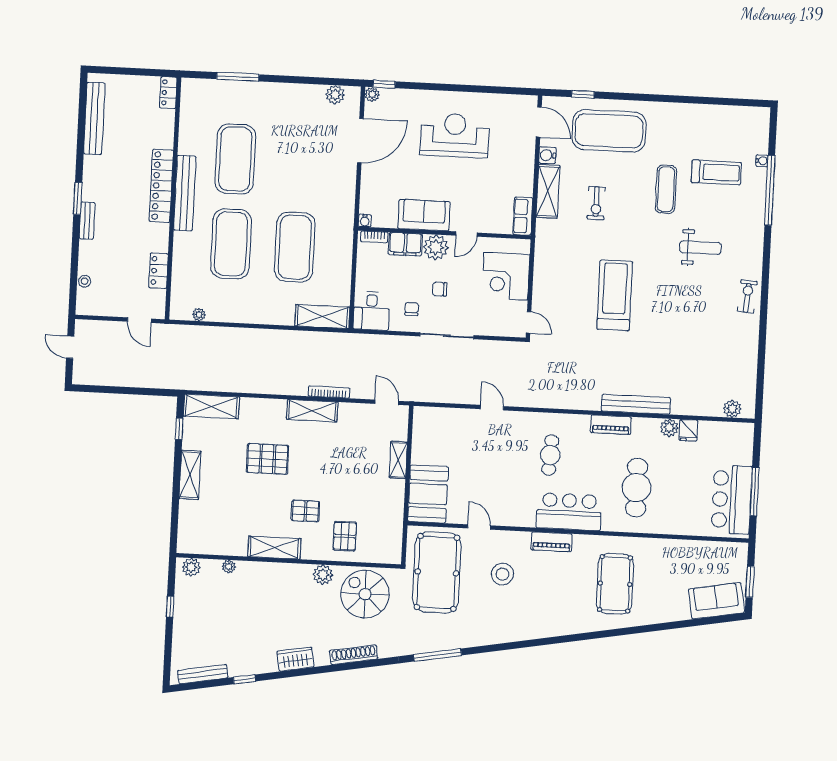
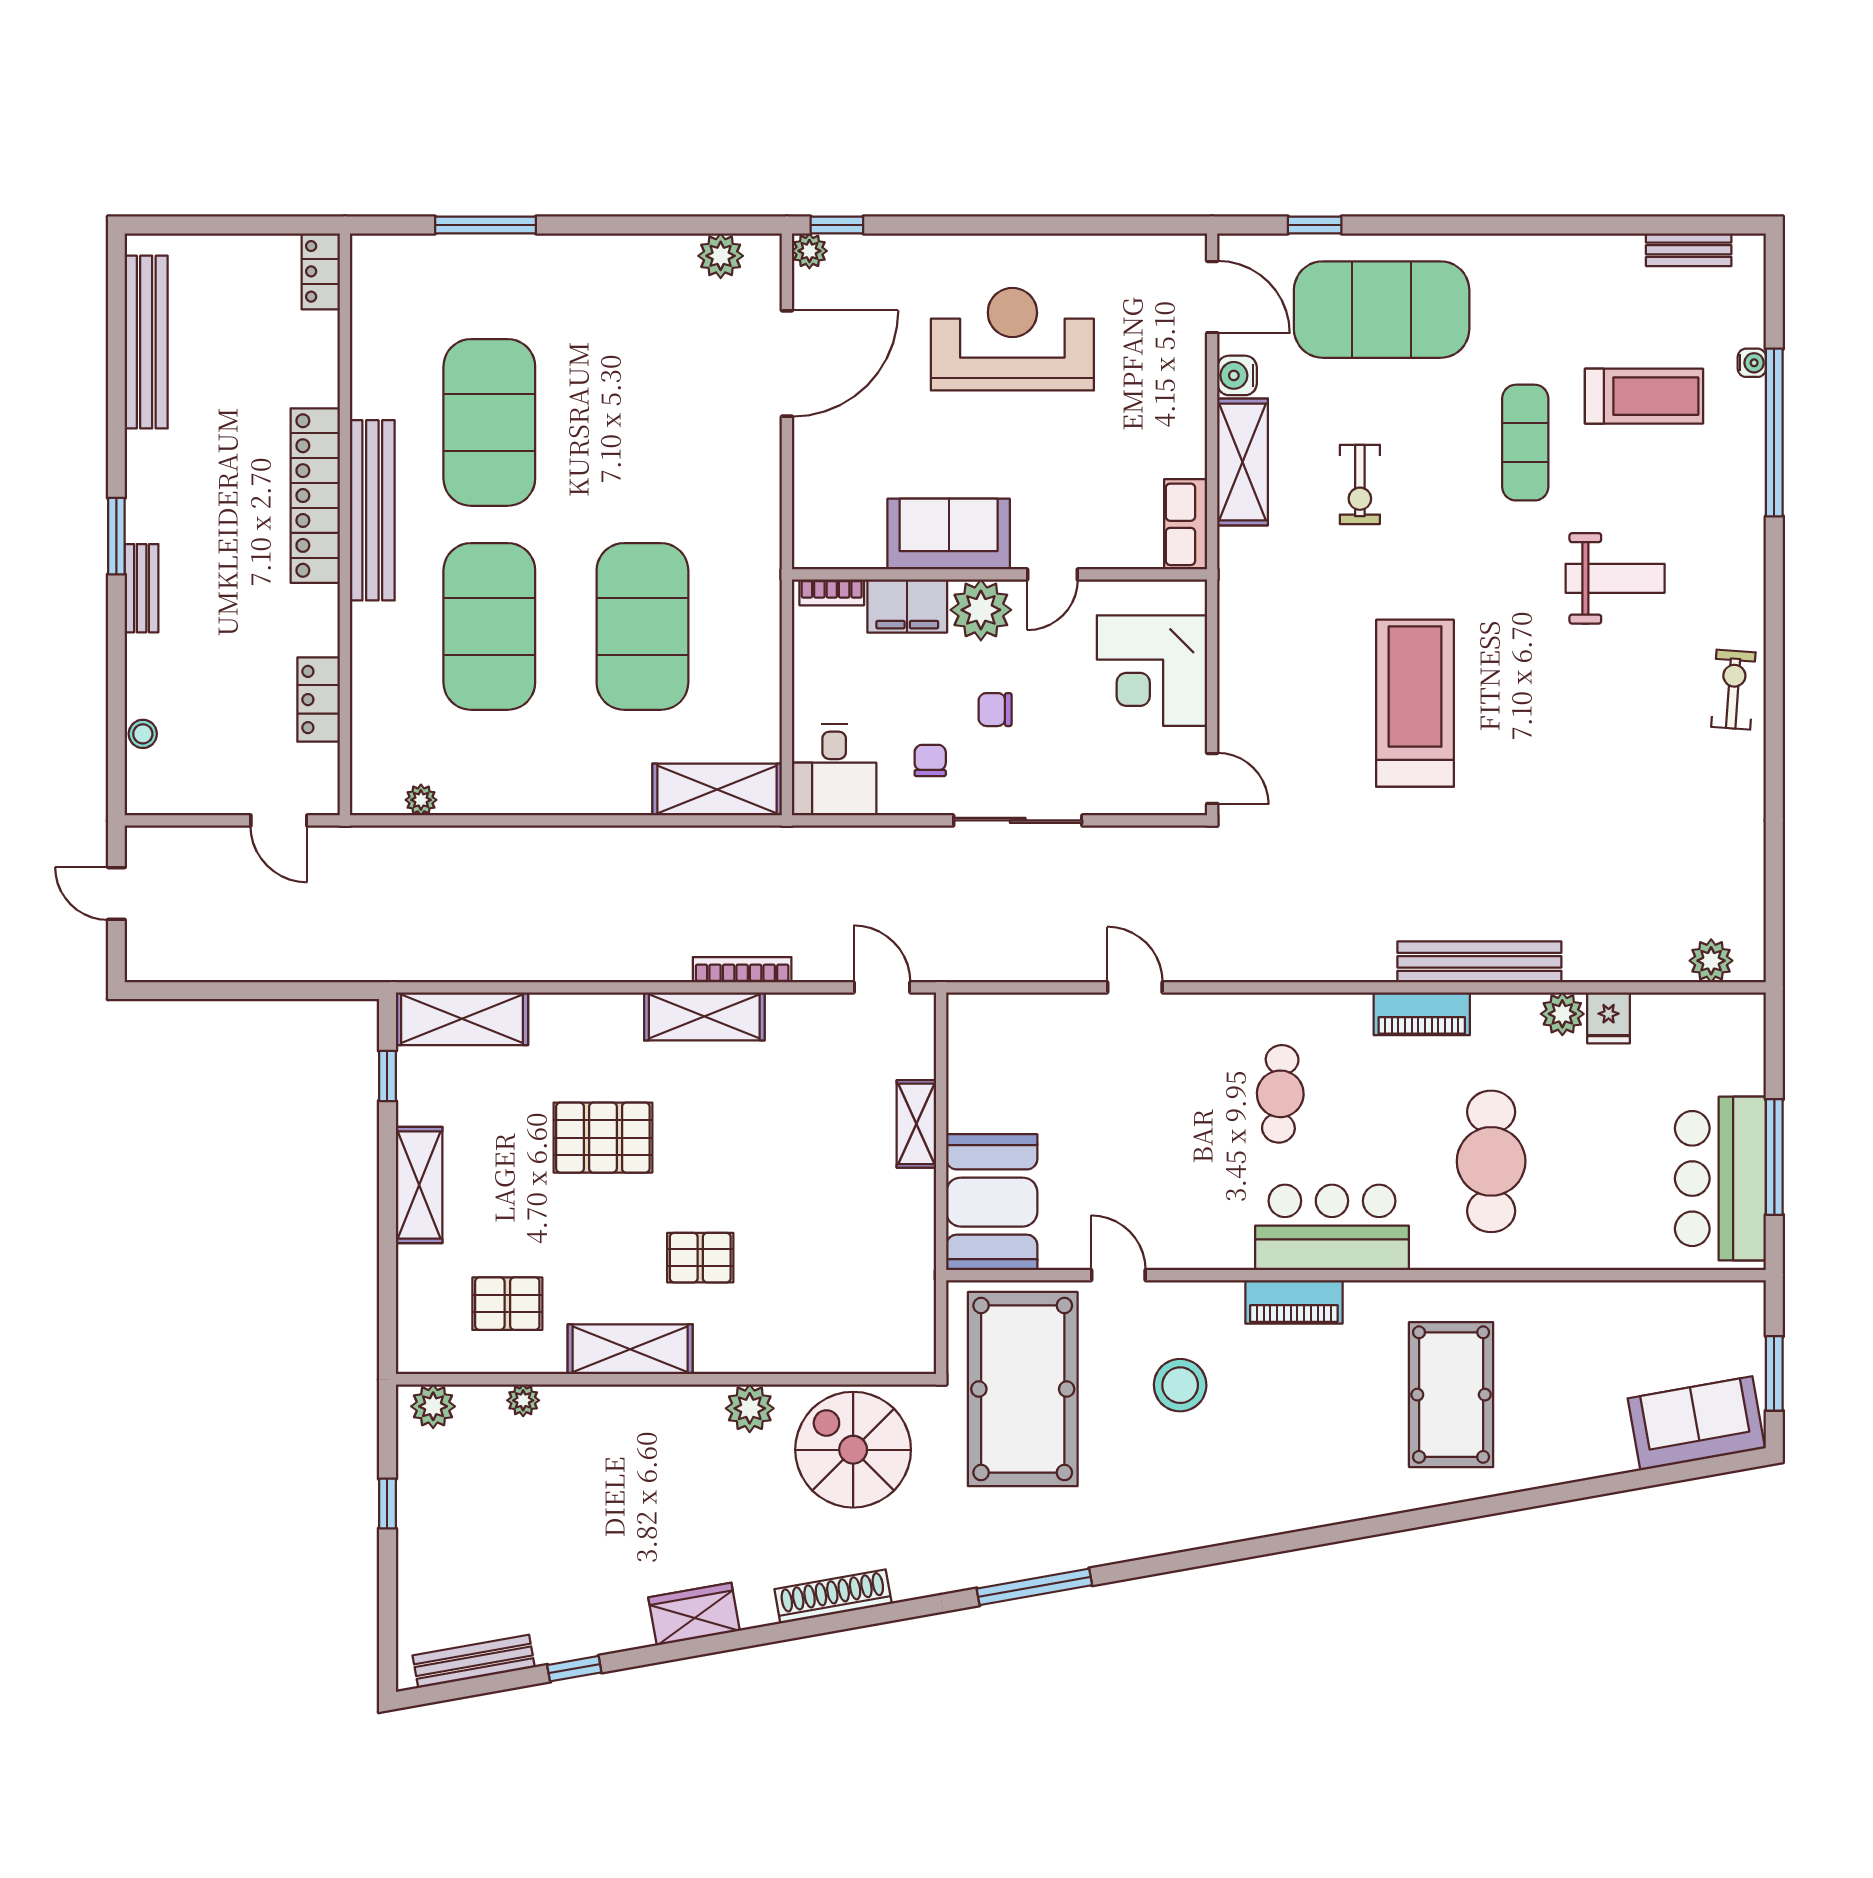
bench: (738, 112) -> (1689, 250), added
water cooler: (365, 221) -> (807, 554), removed
pallet: (345, 536) -> (507, 1304), moved, turned 90

